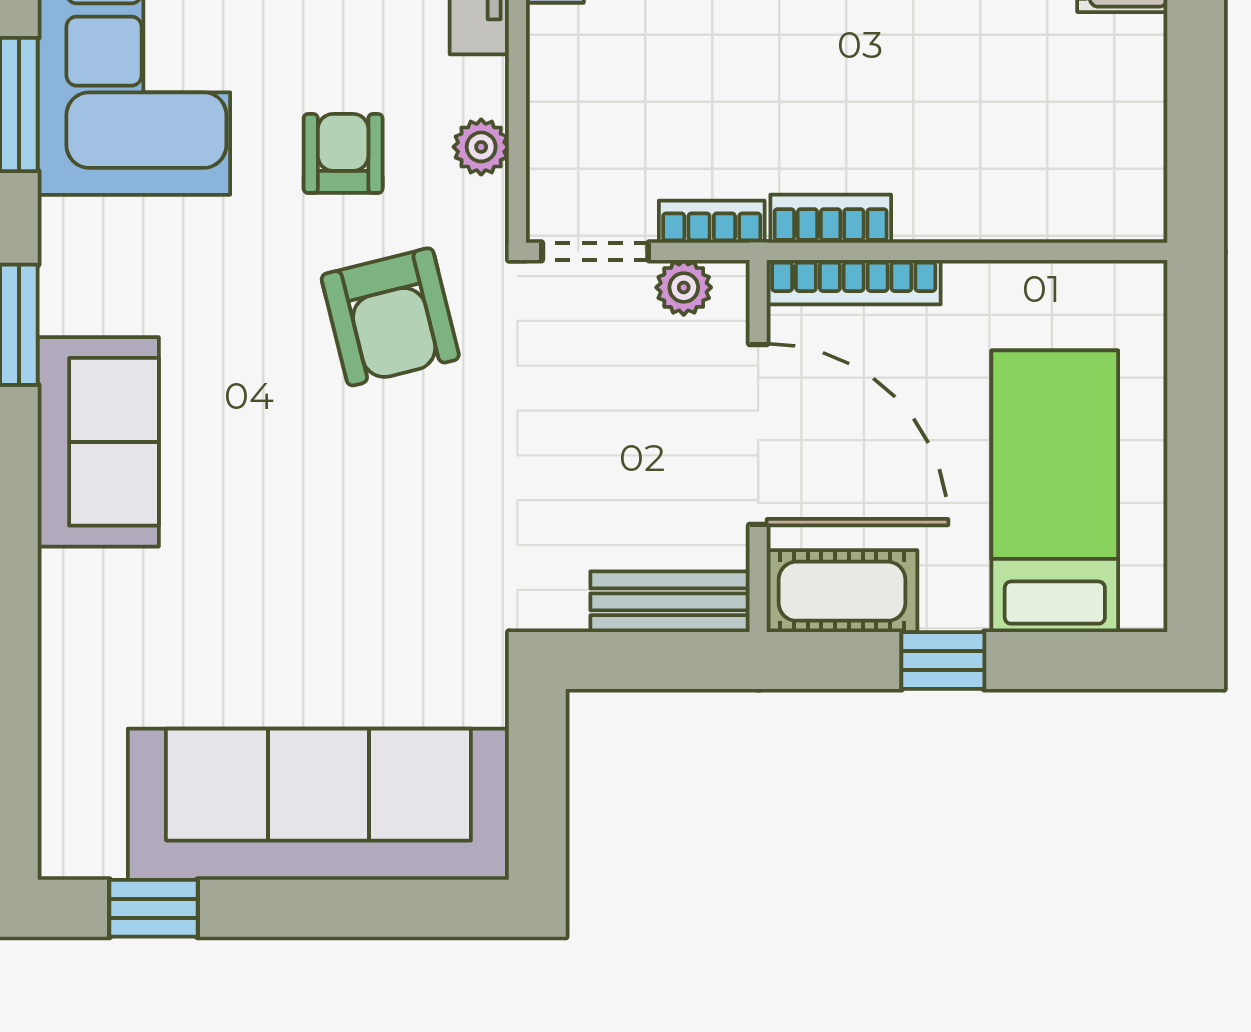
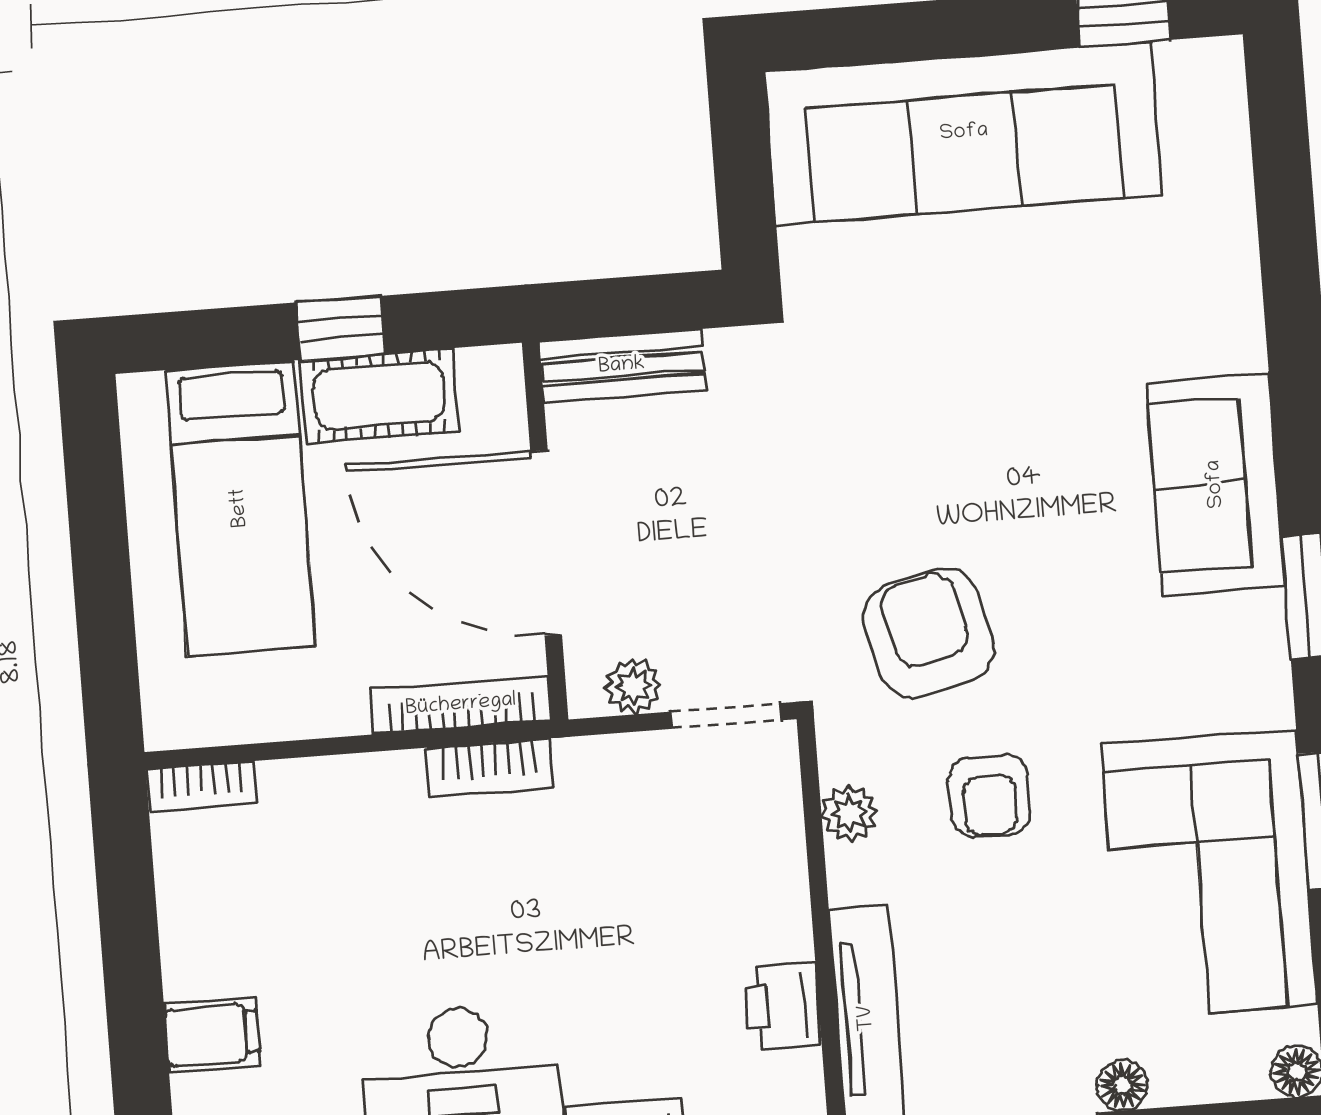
bookcase: (712, 222) -> (201, 787), moved
cot: (842, 591) -> (379, 396), moved

